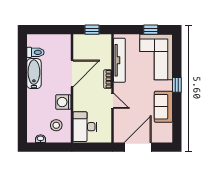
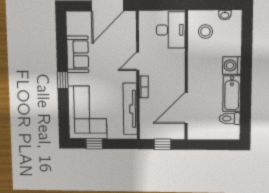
door: (72, 74) -> (186, 108), moved
door: (113, 101) -> (138, 61), hinge flipped
washing machine: (63, 102) -> (232, 66), moved, turned 180

